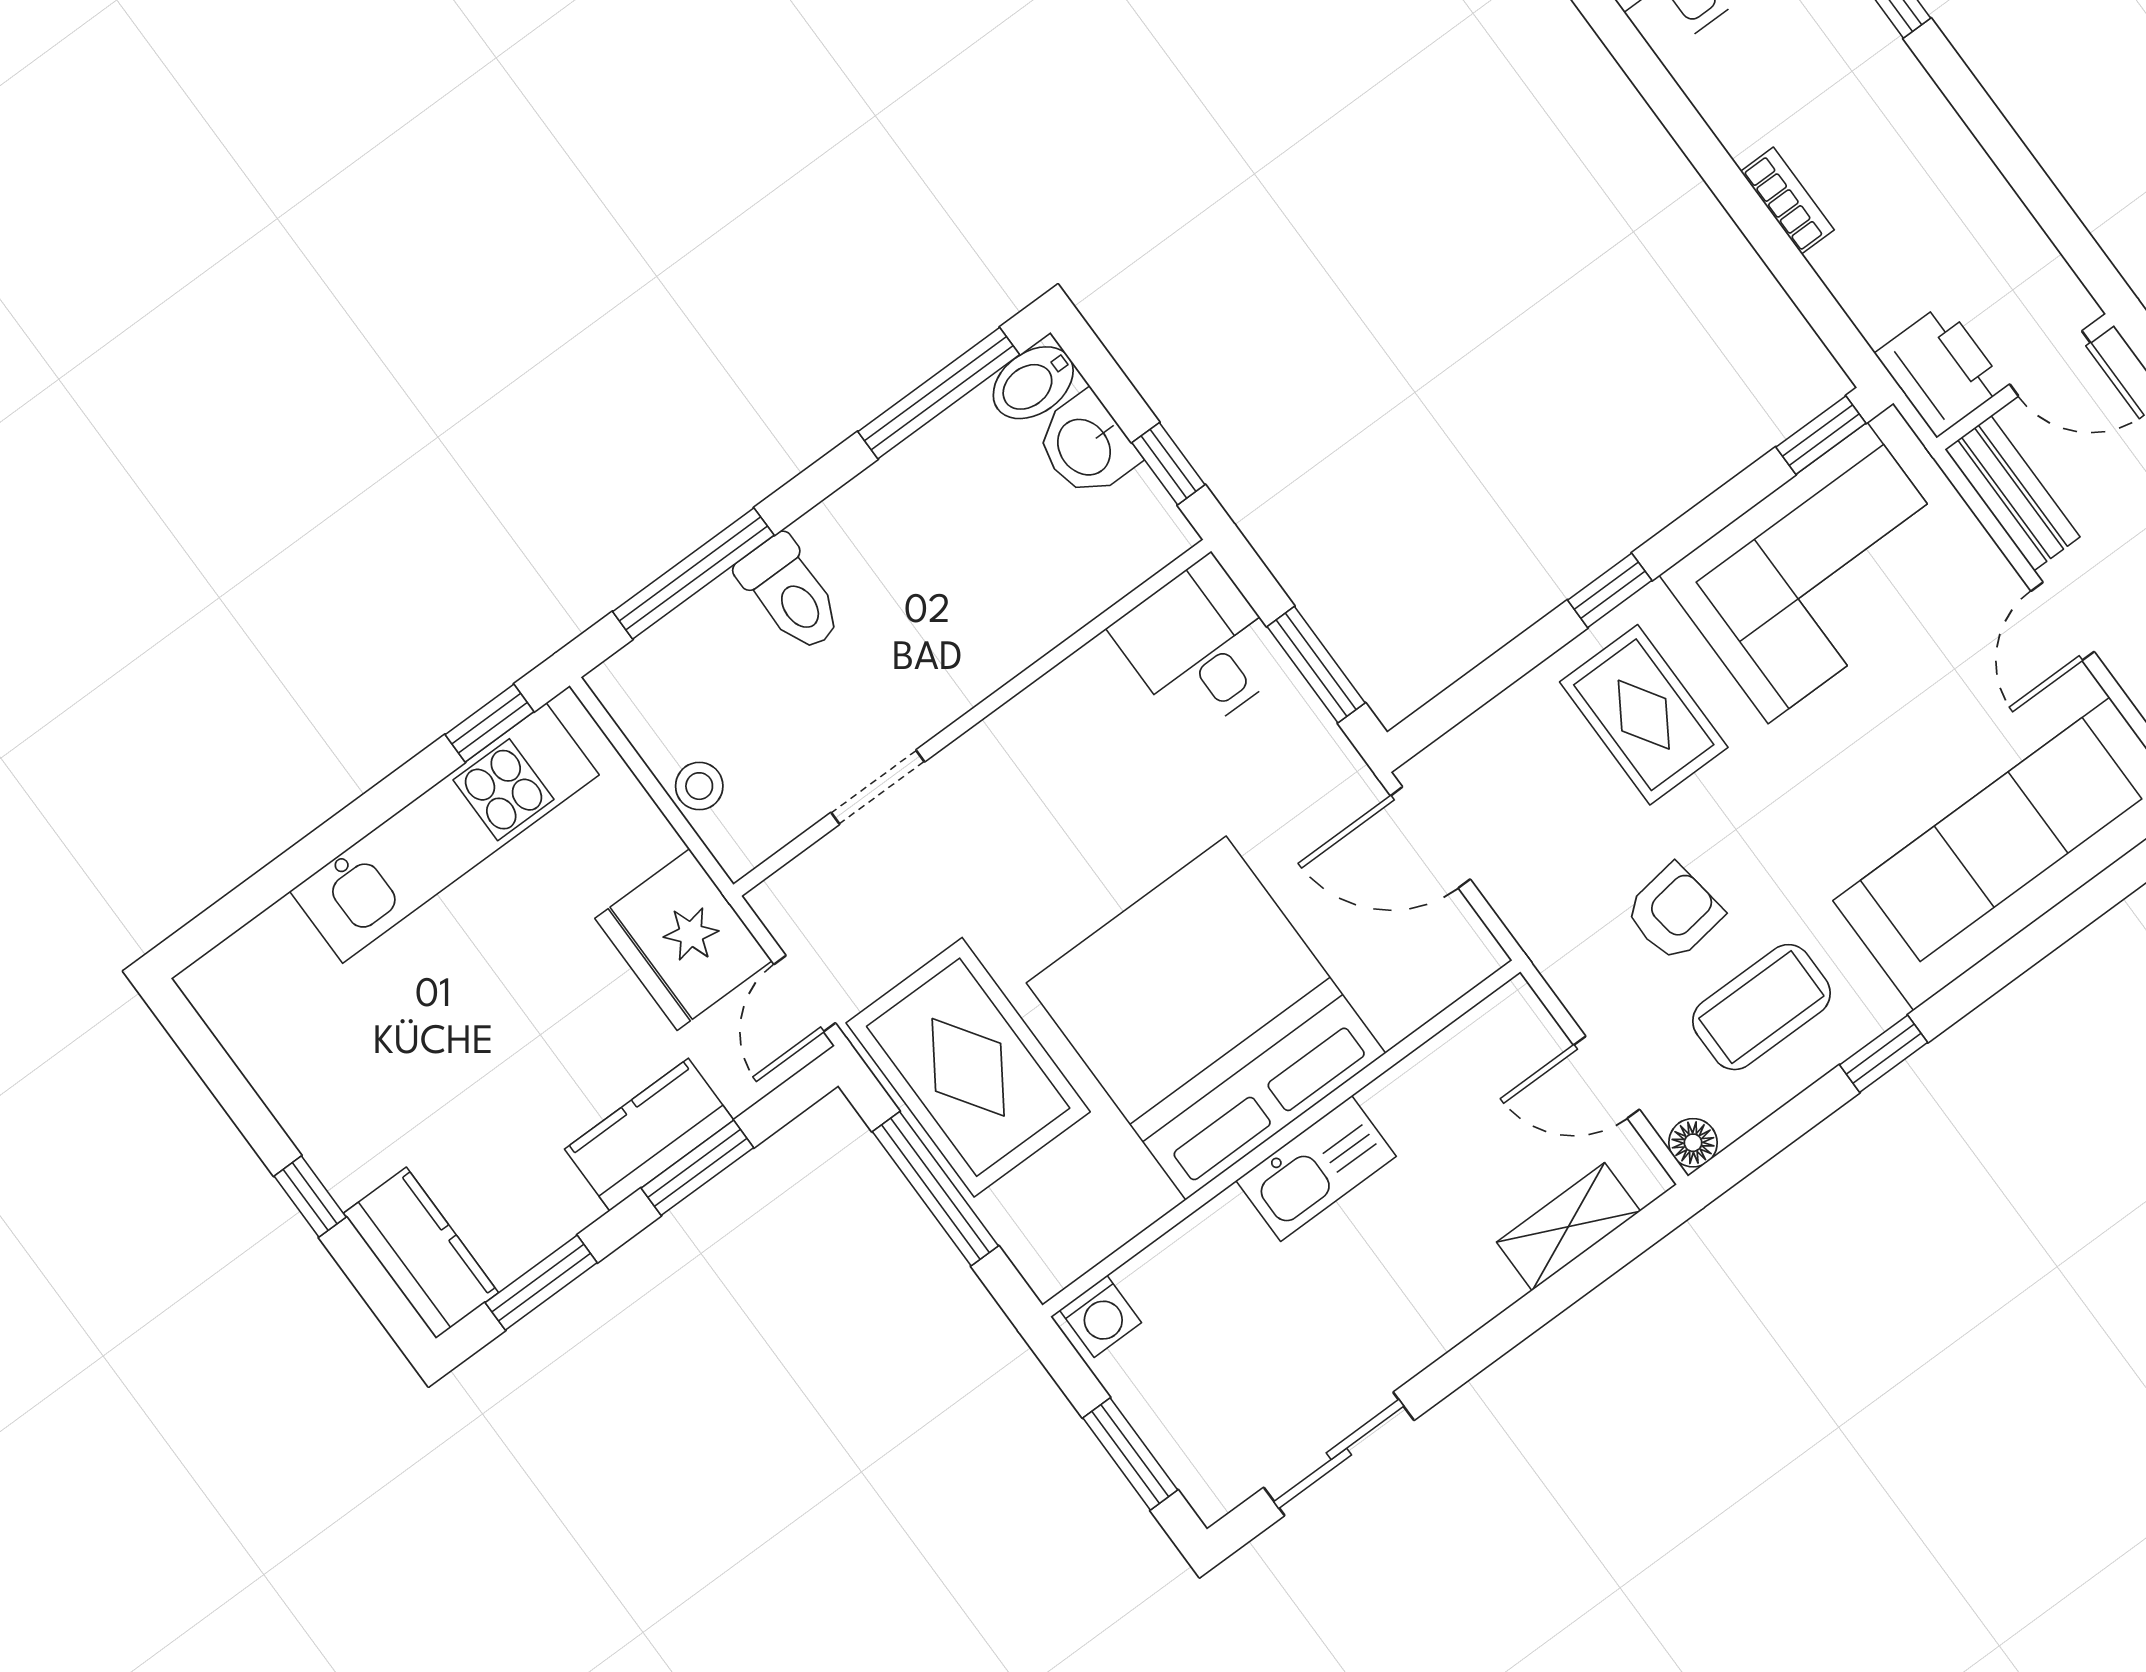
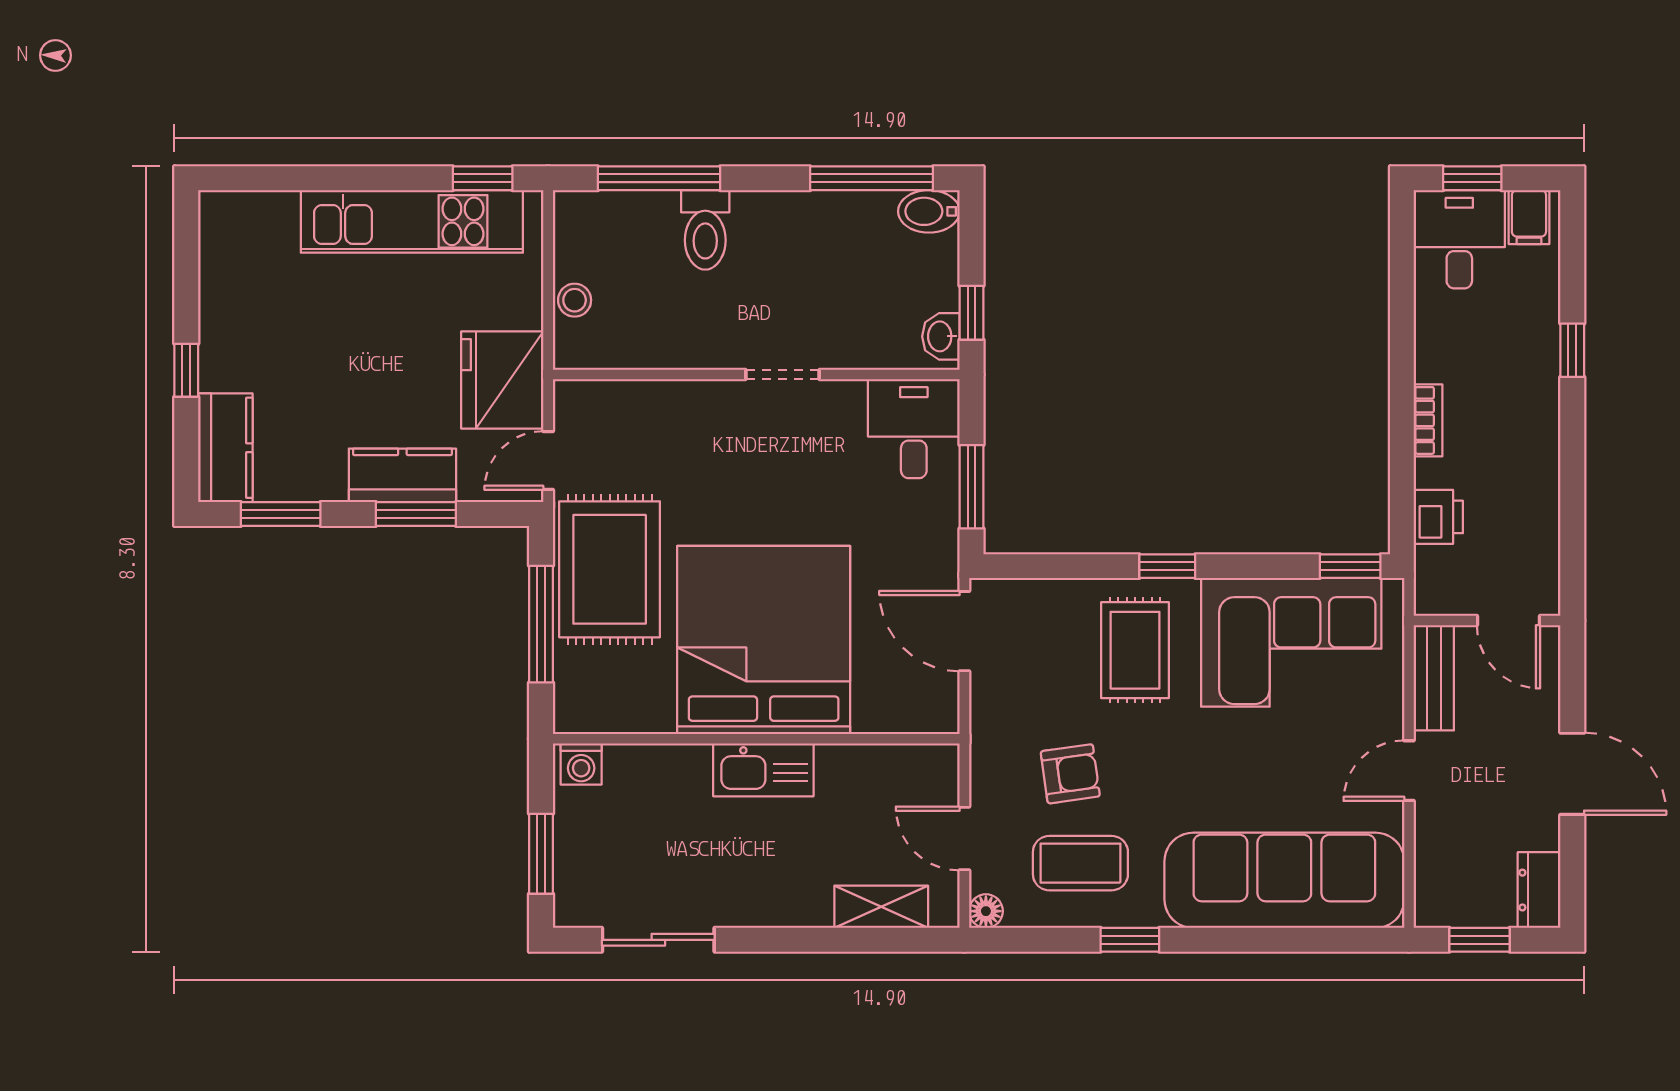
printer: (1941, 370) -> (1438, 517), moved, width x0.73, depth x0.81
washbasin: (1086, 446) -> (941, 336), moved, width x0.72, depth x0.69
doorway: (878, 787) -> (783, 375), moved

